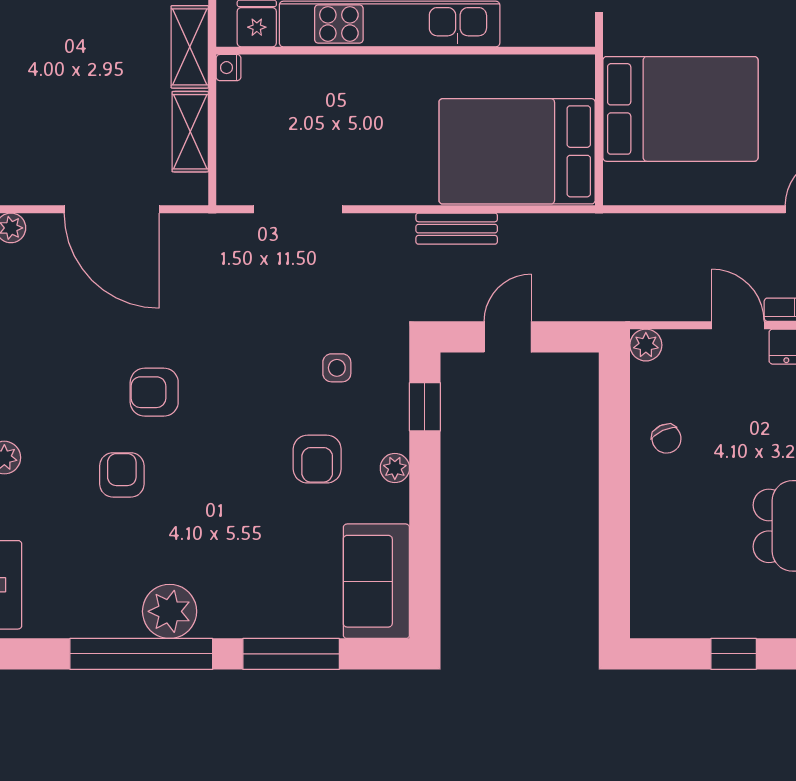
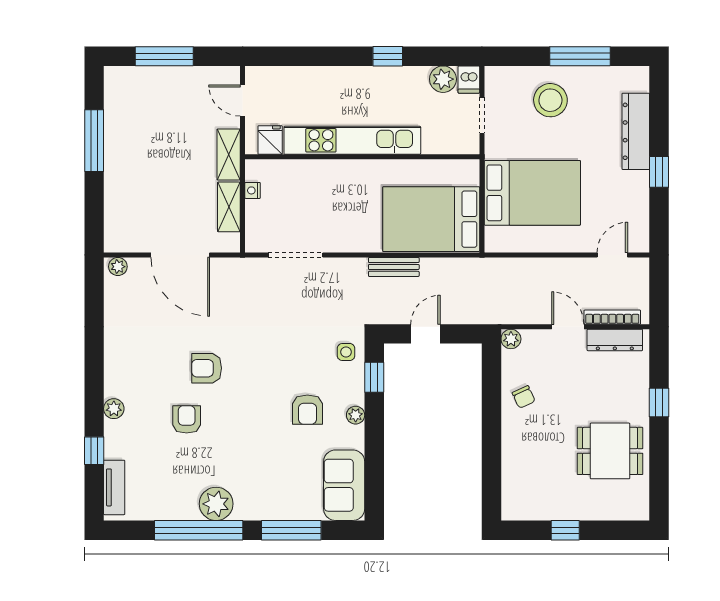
nightstand: (228, 68) -> (253, 190), moved
side table: (337, 368) -> (346, 352), moved

